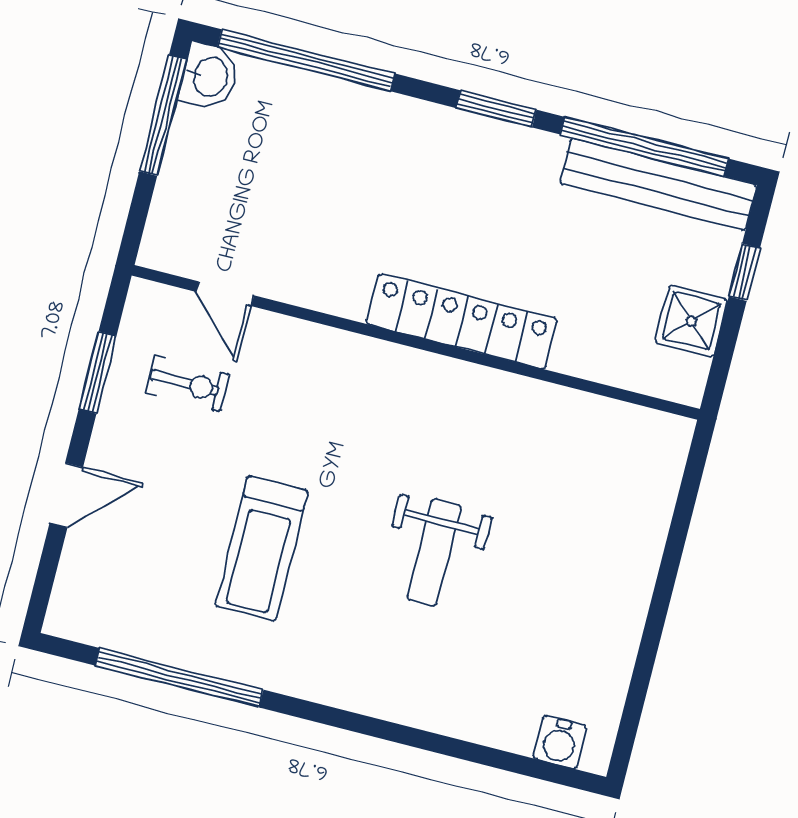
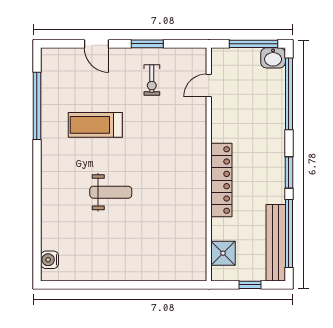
door: (225, 294) -> (209, 85), moved
locker: (462, 321) -> (221, 180), moved
shower: (691, 321) -> (223, 253), moved
wall: (416, 342) -> (209, 164), moved
weight bench: (434, 552) -> (111, 192), turned 180

